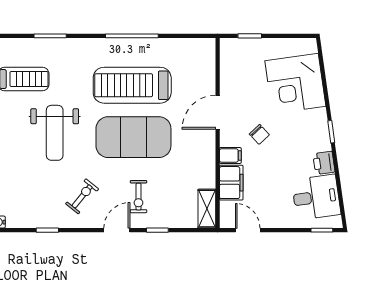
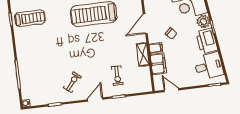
plant: (317, 120) -> (203, 21), added
weight bench: (55, 133) -> (52, 47), removed
exercise mat: (133, 137) -> (98, 44), removed
printer: (324, 163) -> (207, 41), width x1.87, depth x1.48
exercise bike: (138, 197) -> (117, 76), moved
shelving: (207, 209) -> (143, 54), moved

